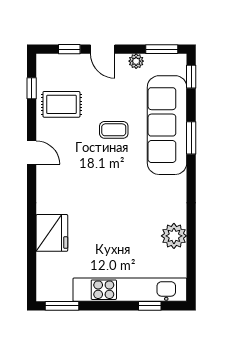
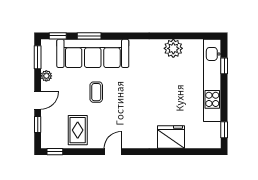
window: (32, 88) -> (55, 152), moved
window: (191, 138) -> (89, 36), moved
window: (62, 306) -> (224, 130), width x0.67

